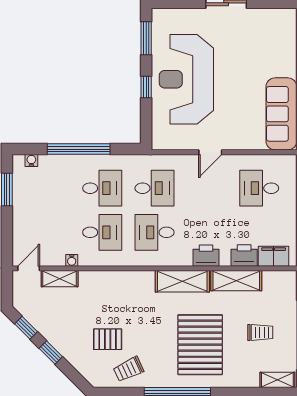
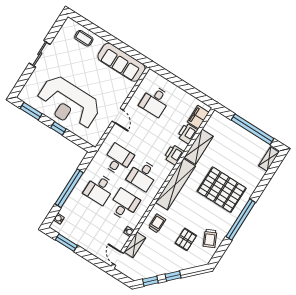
coffee table: (282, 46) -> (84, 38), added
desk: (102, 188) -> (99, 189), turned 180
shelving: (182, 281) -> (175, 184), width x1.47
trolley: (260, 332) -> (157, 223), moved

